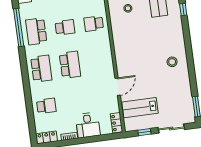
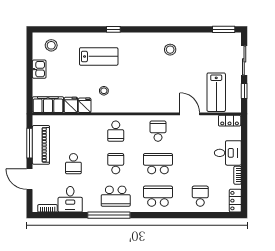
school desk: (99, 61) -> (158, 131), added

